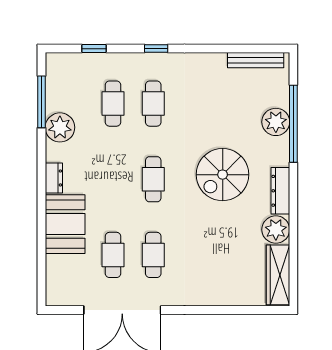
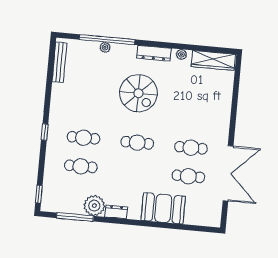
window: (94, 49) -> (39, 194), moved
plant: (276, 122) -> (105, 47), width x0.53, depth x0.53
dresser: (54, 178) -> (116, 212), moved
plant: (276, 230) -> (181, 54), width x0.53, depth x0.53

